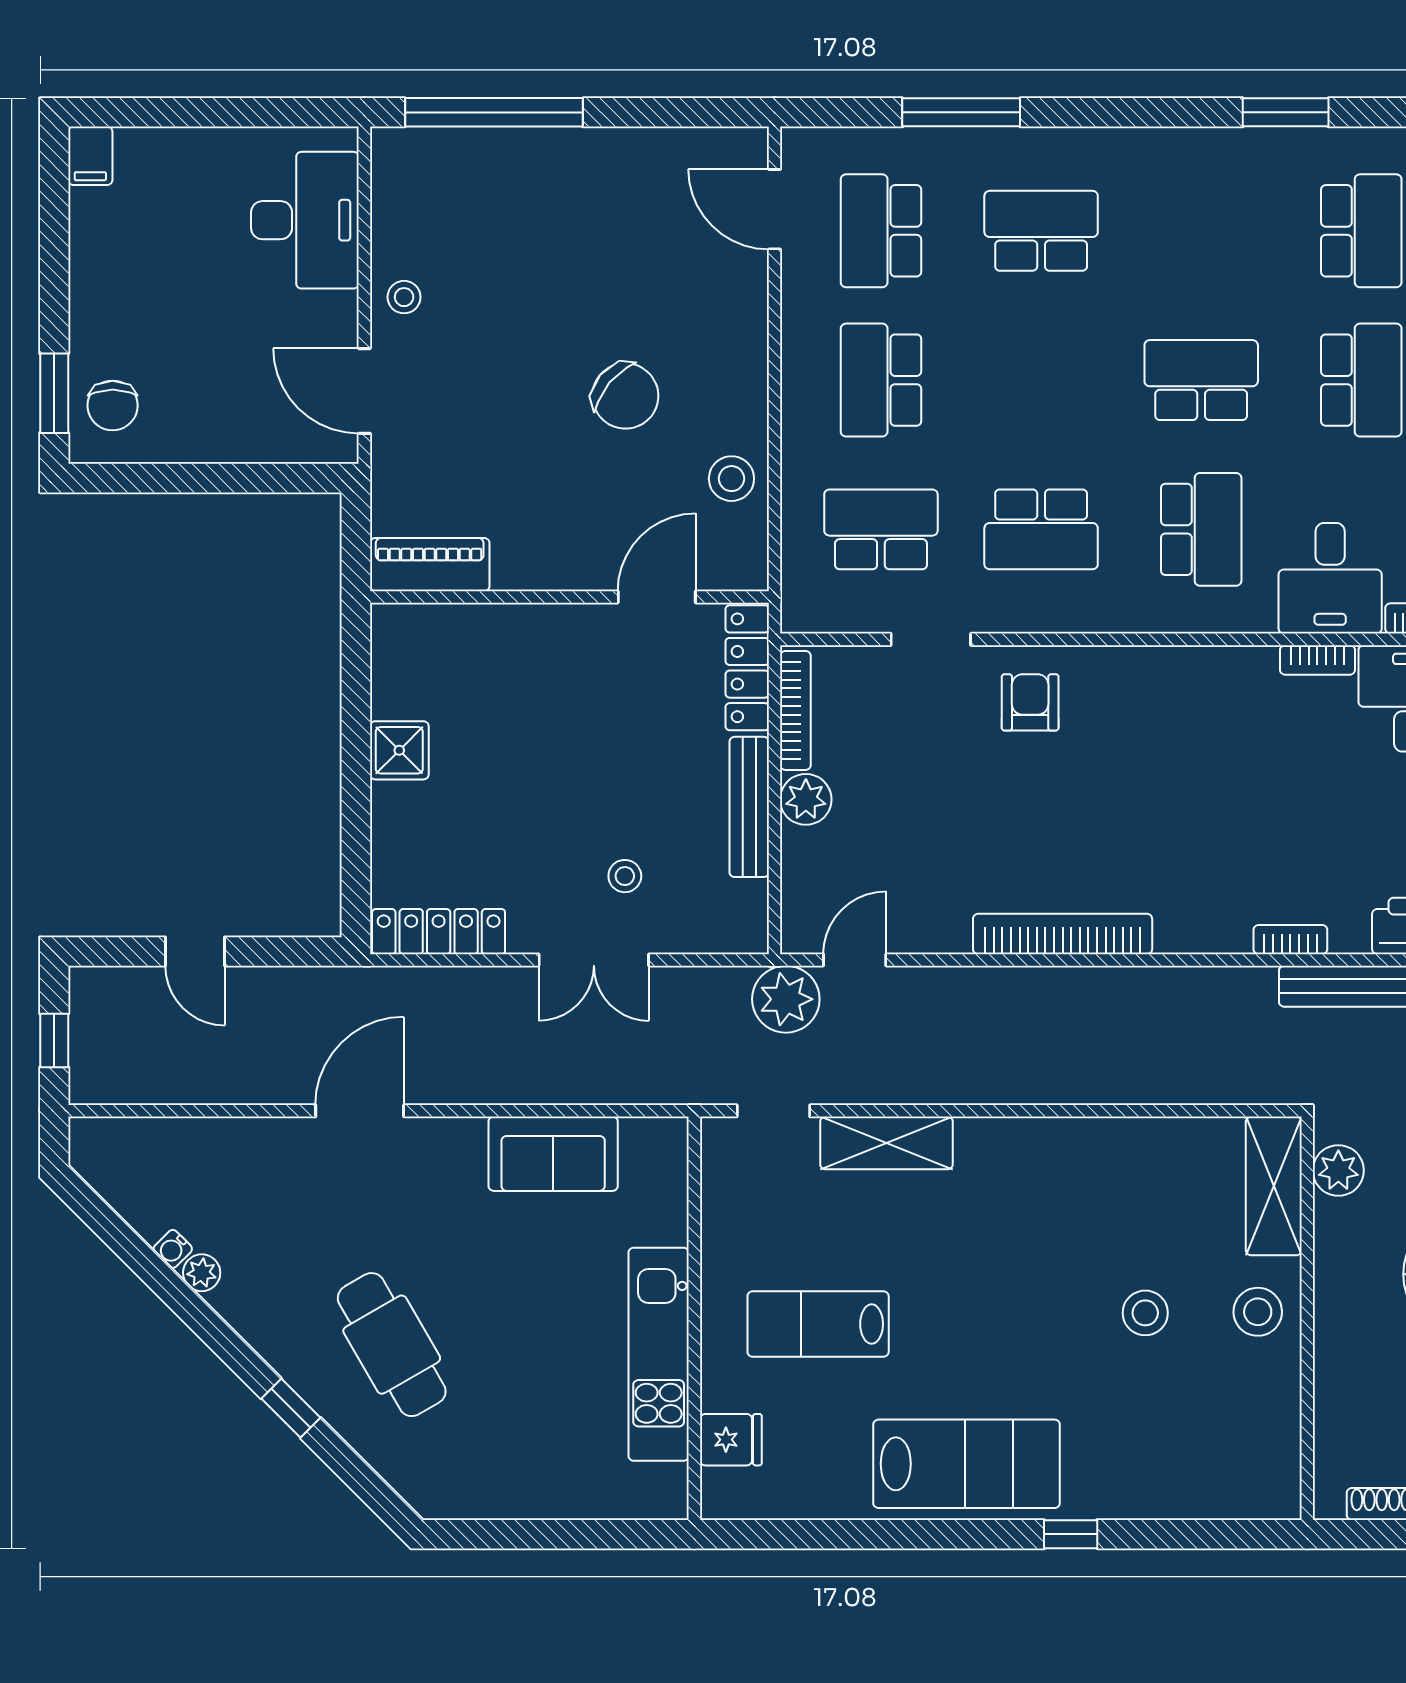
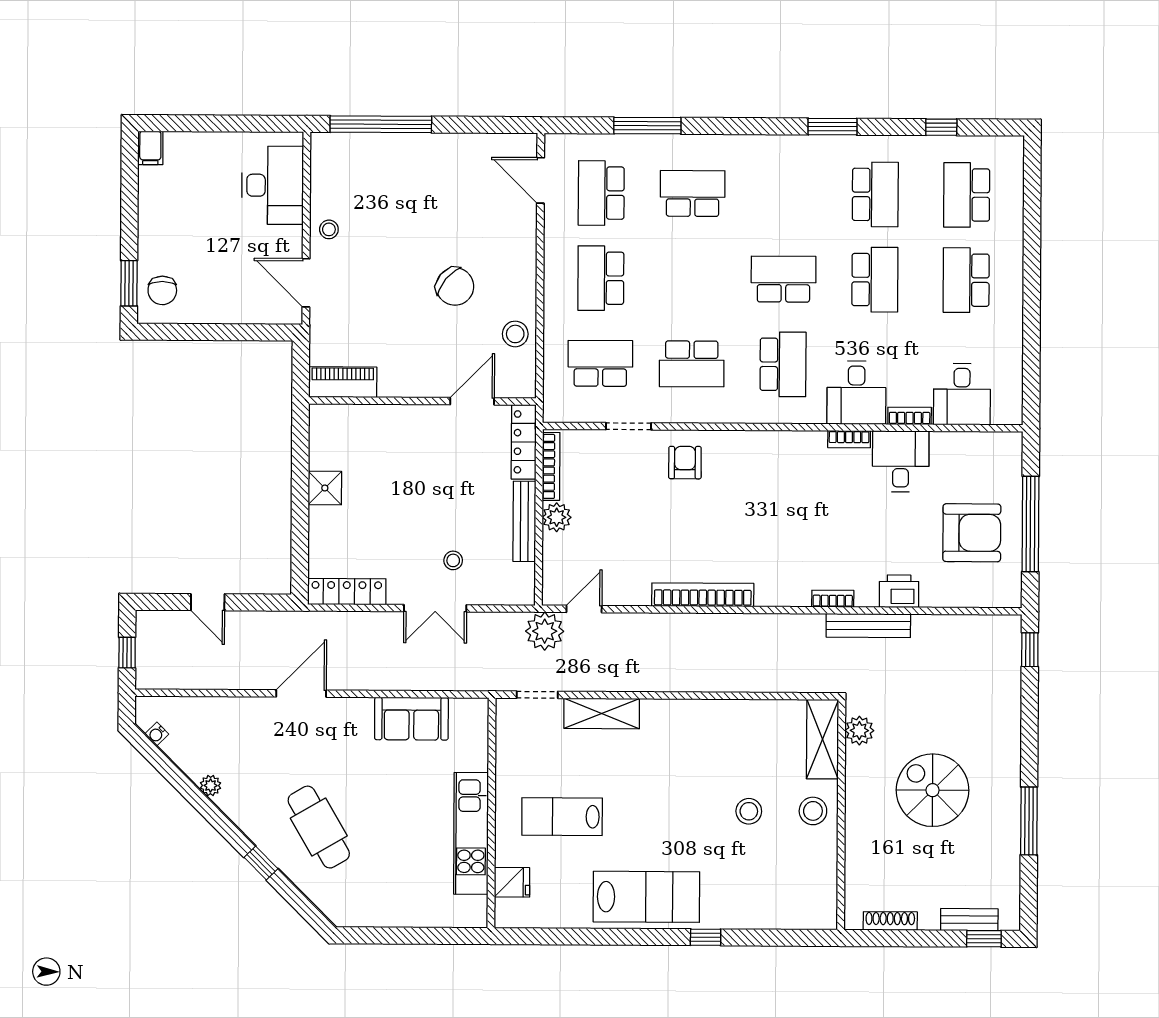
water cooler: (173, 1249) -> (157, 734), moved

